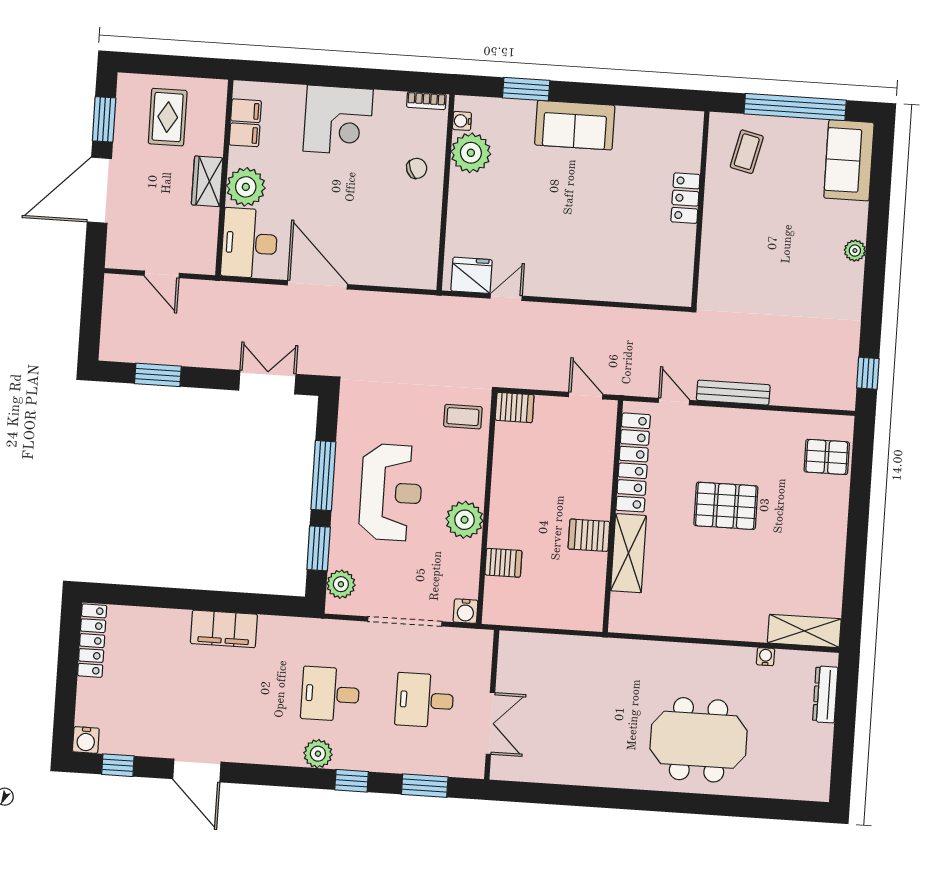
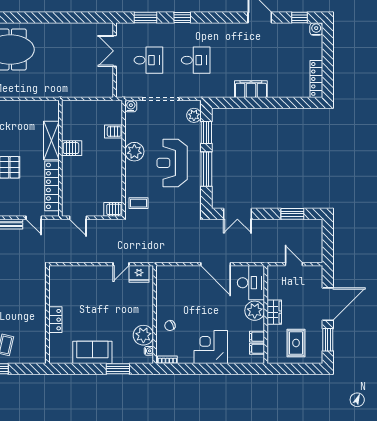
locker: (685, 198) -> (55, 320), moved
wall: (700, 209) -> (48, 315), moved
plant: (318, 754) -> (200, 30), removed

